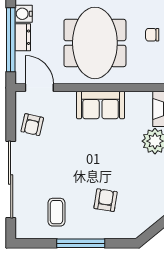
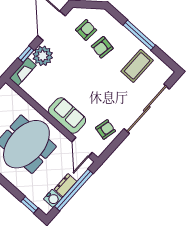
sofa: (101, 105) -> (67, 115), moved
armchair: (136, 203) -> (86, 30), added
coffee table: (56, 212) -> (137, 66), width x1.36, depth x1.30

